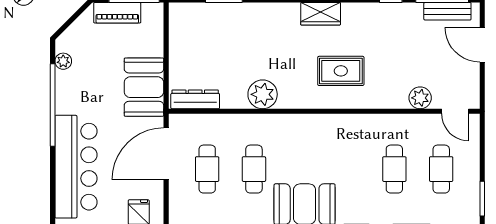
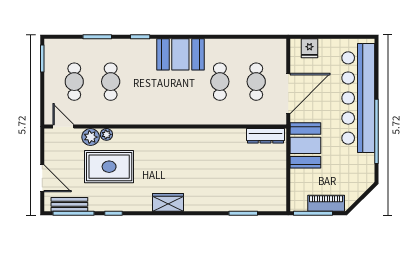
plant: (63, 61) -> (368, 166), removed
rug: (341, 71) -> (109, 167), moved, width x1.36, depth x1.43
plant: (263, 94) -> (106, 134), moved, width x0.53, depth x0.53
bar counter: (76, 167) -> (358, 98), width x1.36

